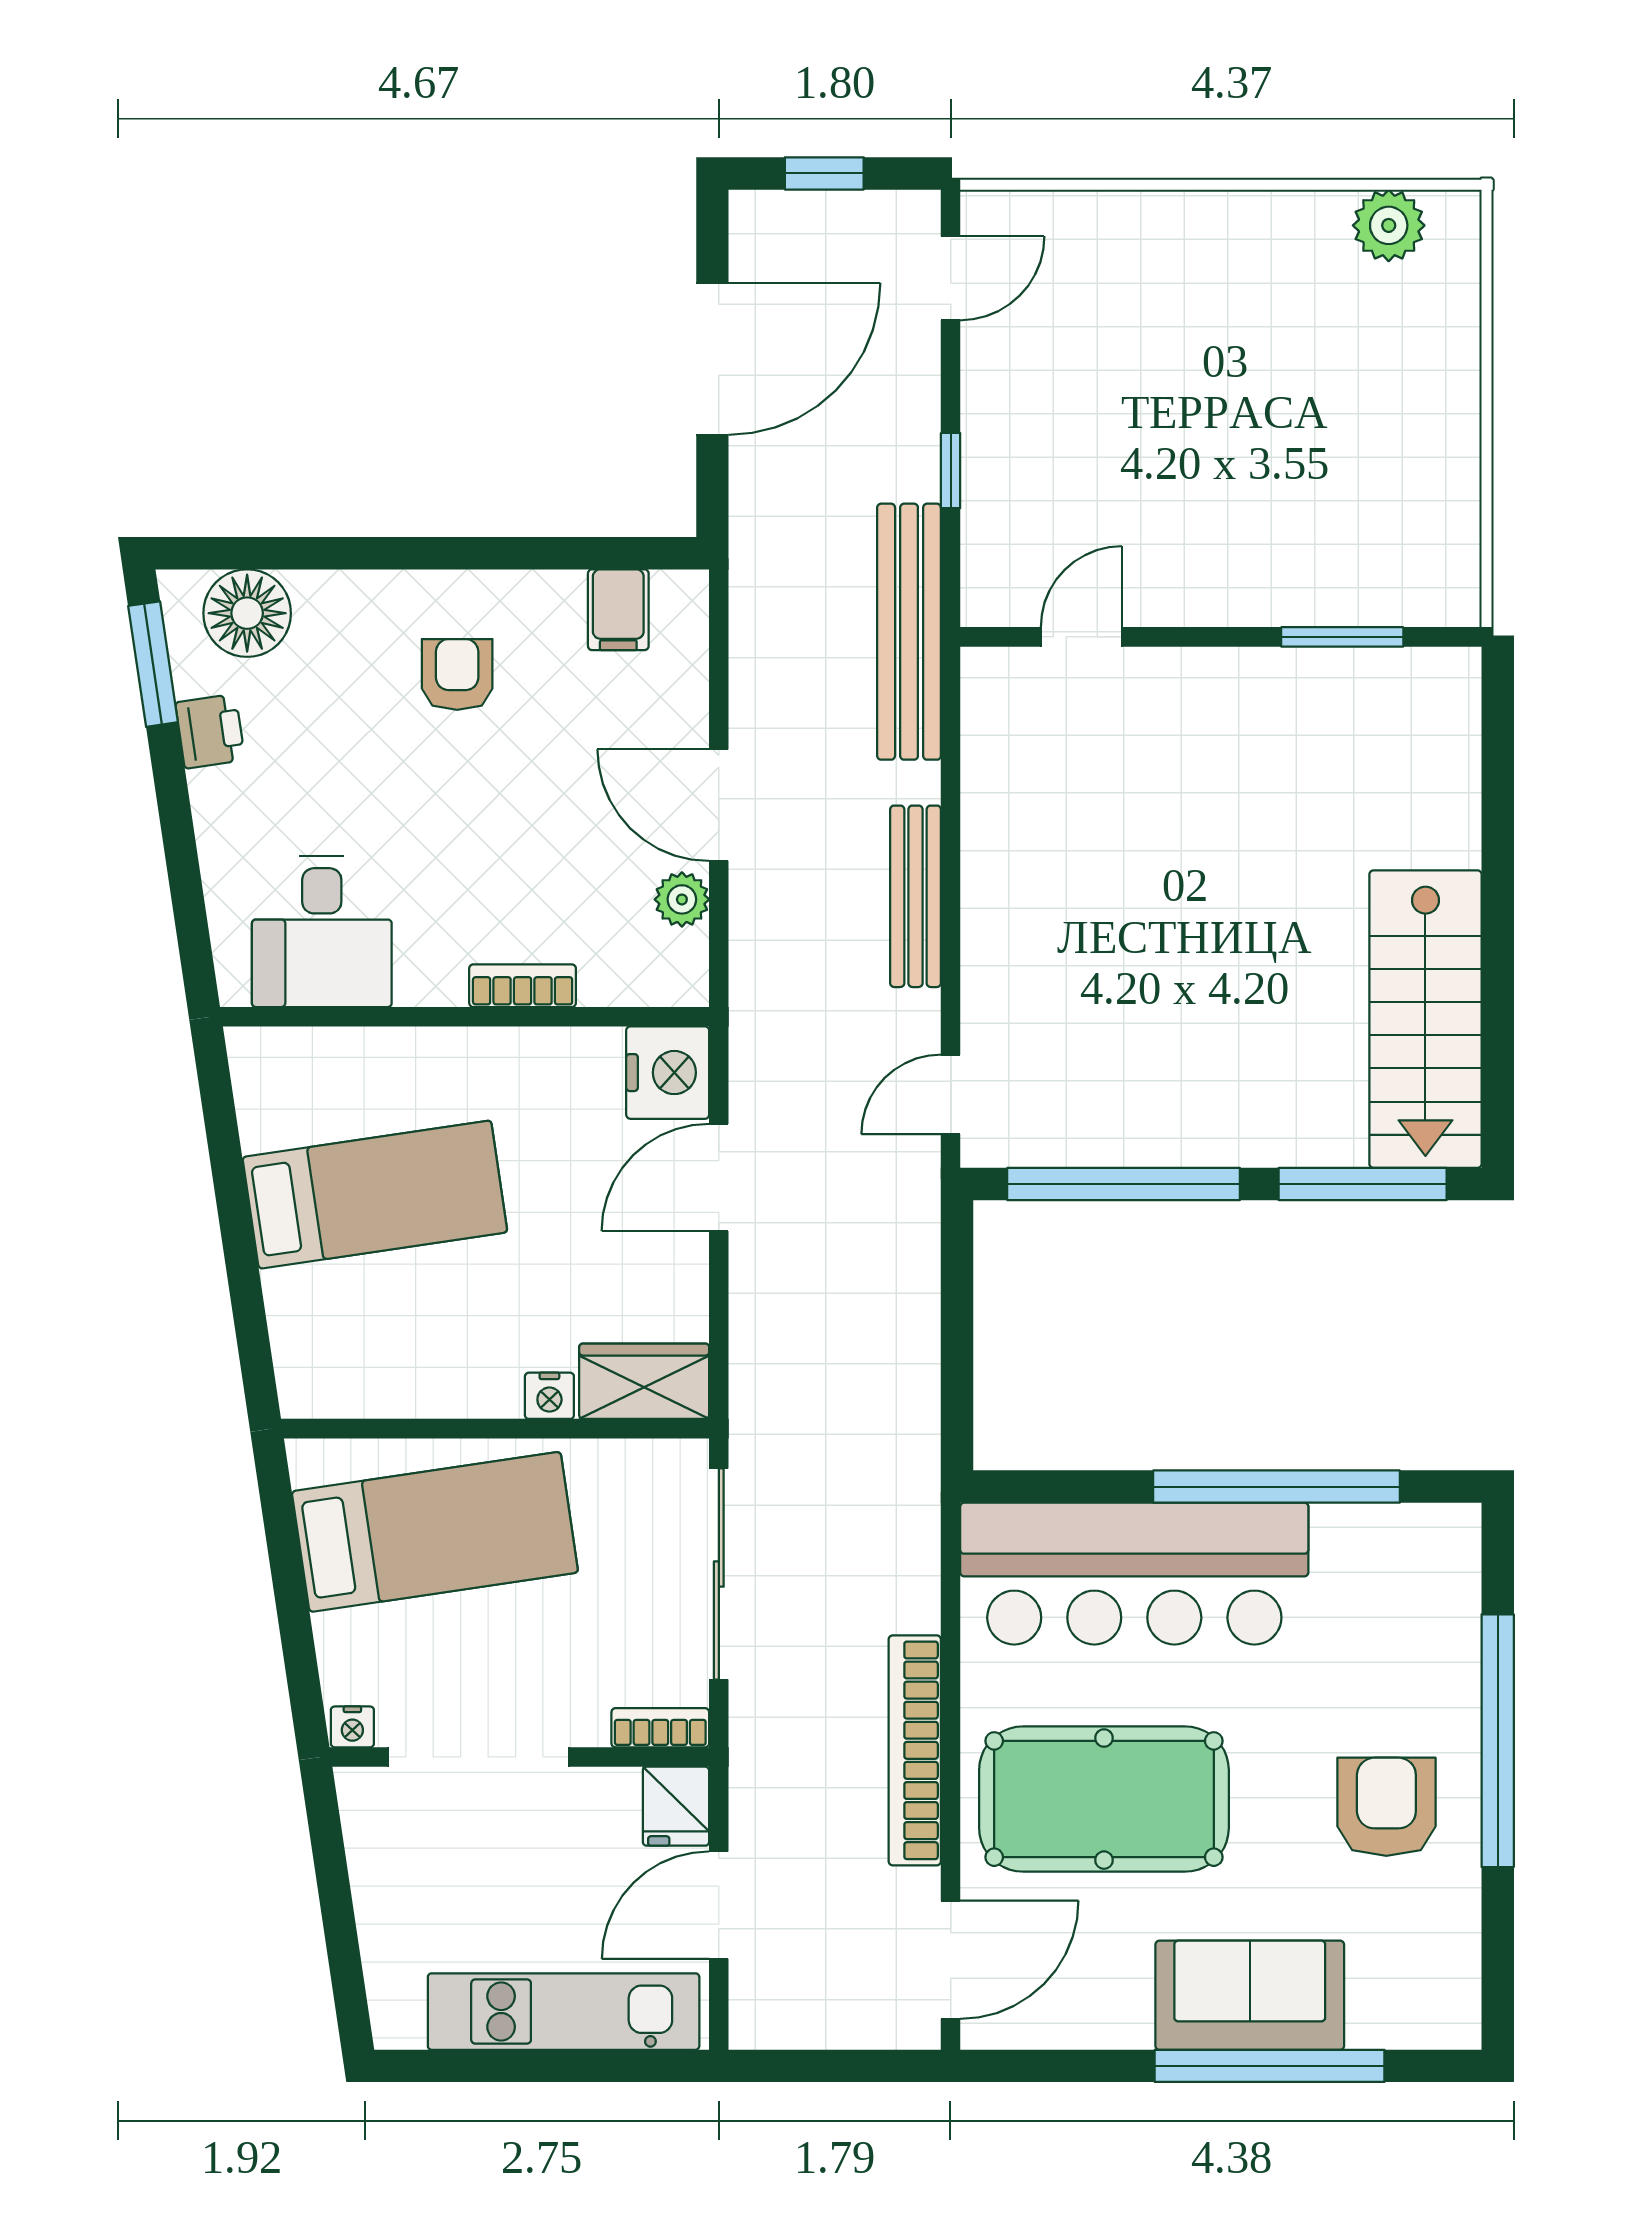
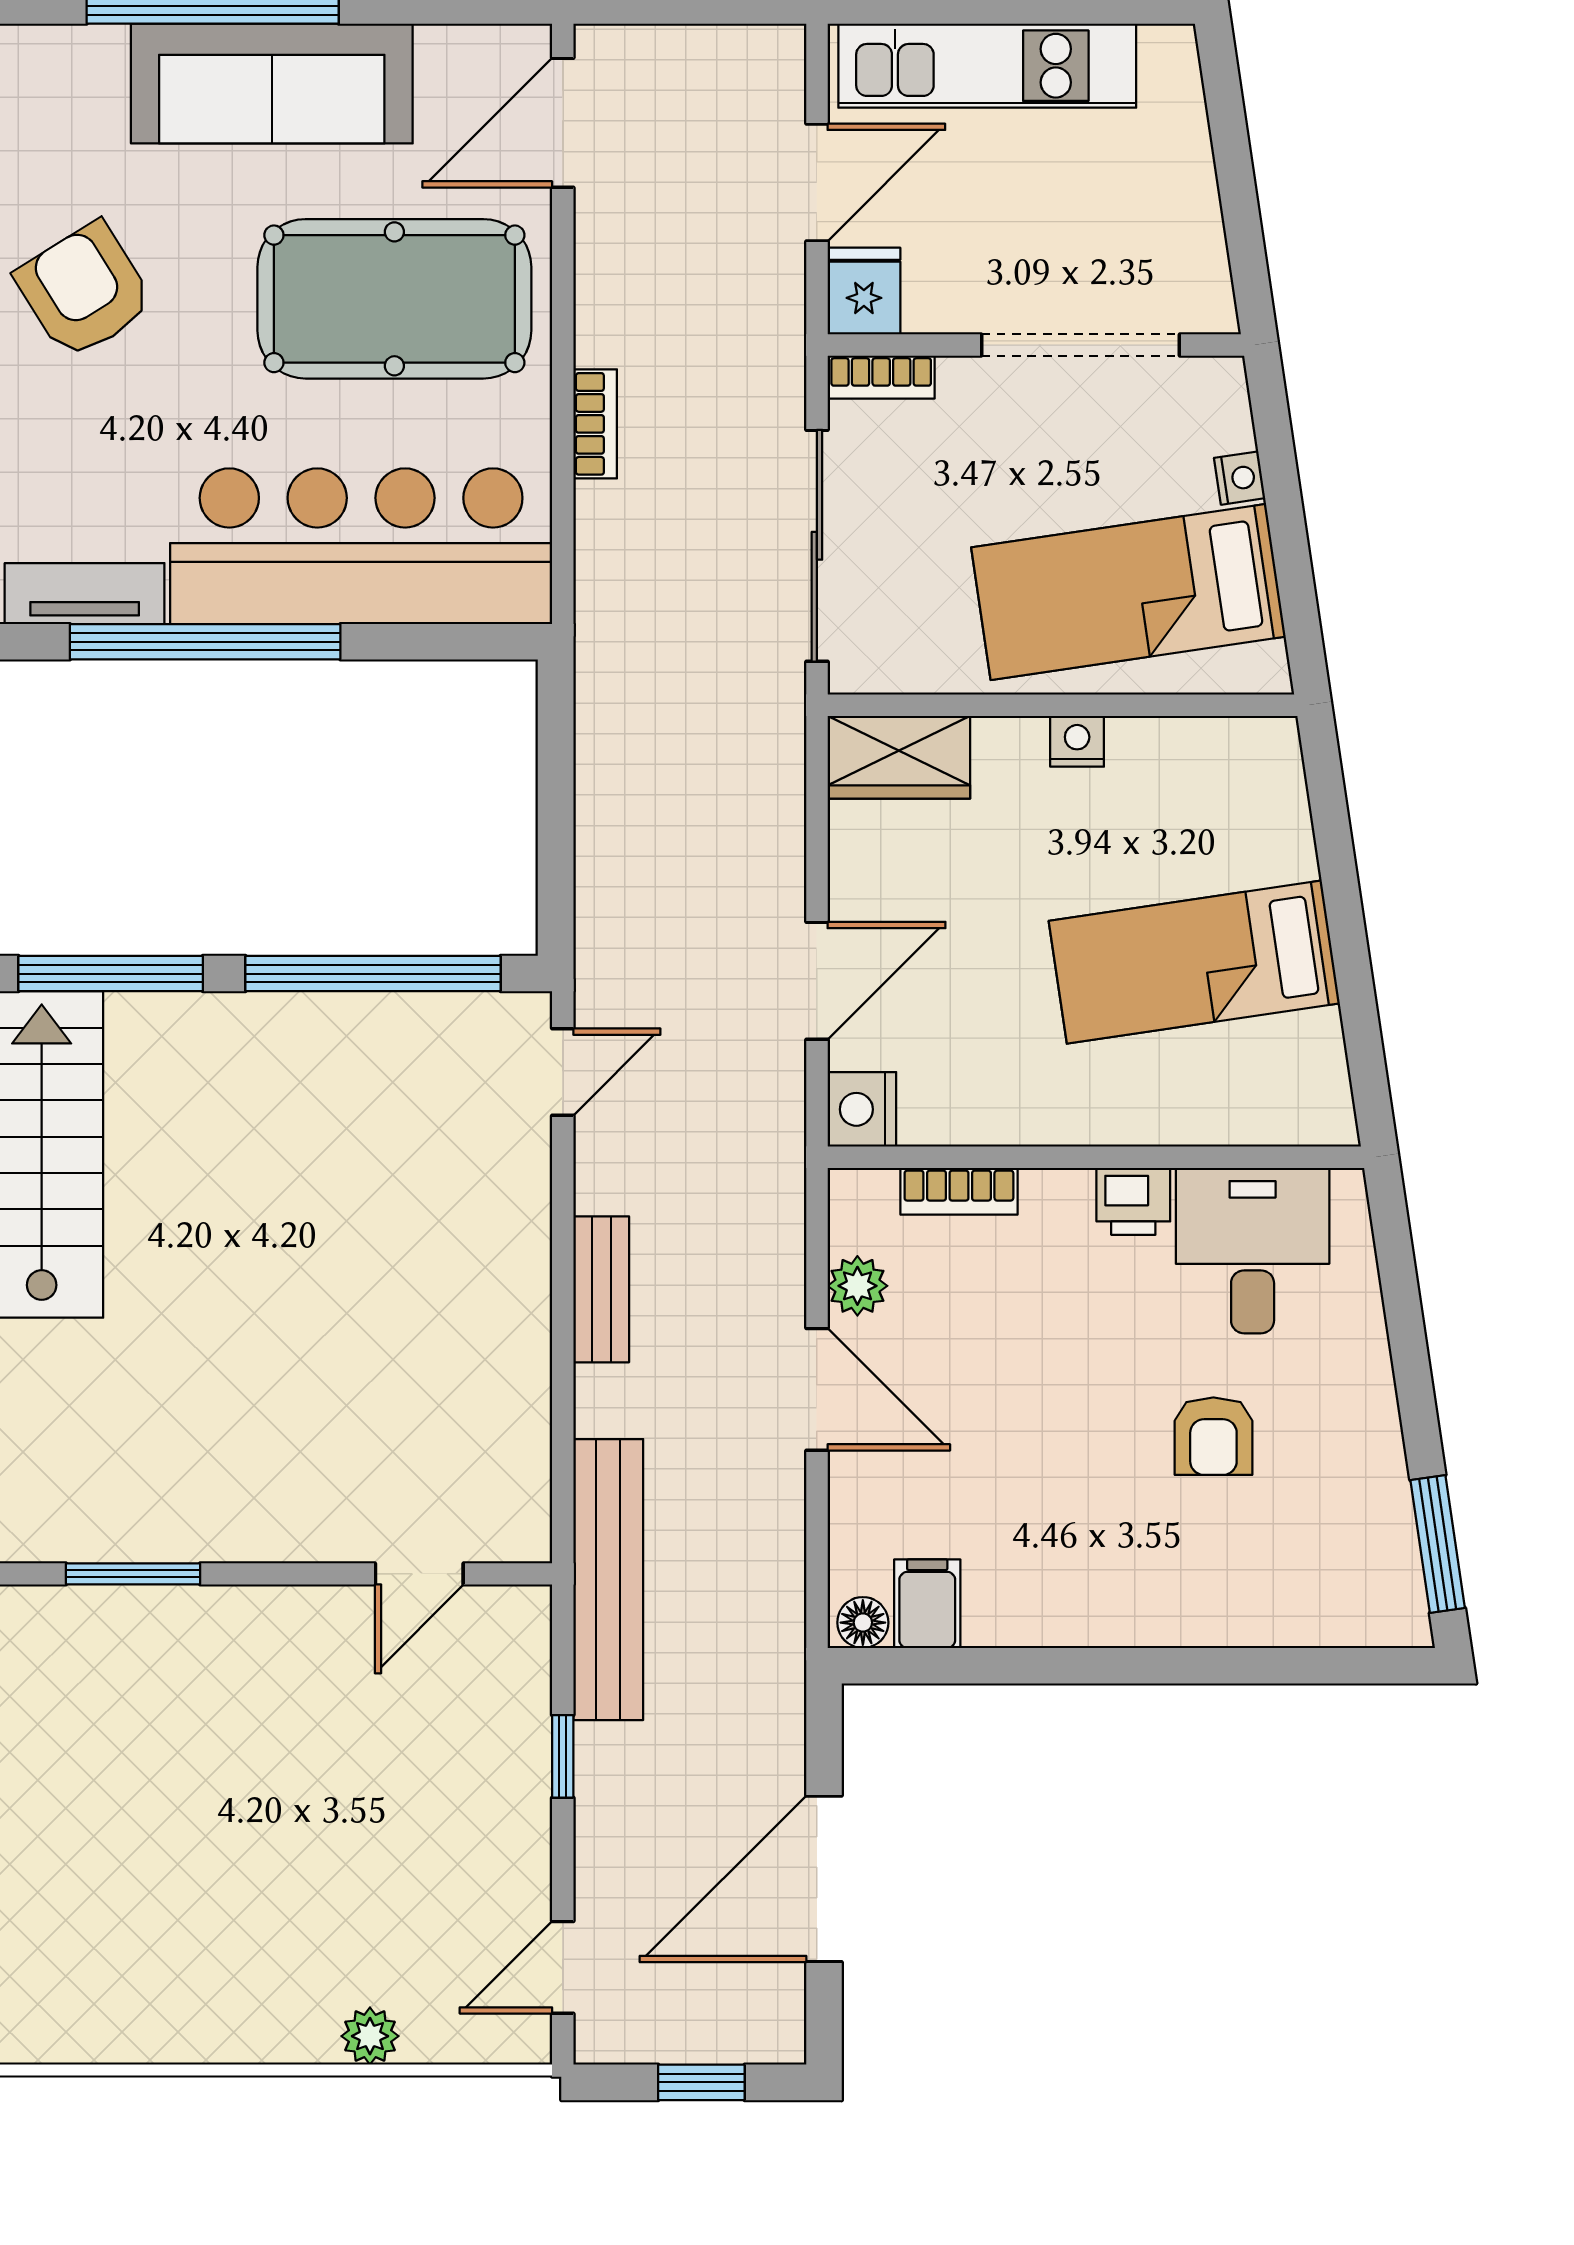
plant: (1389, 225) -> (370, 2036), moved, width x0.73, depth x0.73
floor lamp: (247, 613) -> (863, 1623), moved, width x0.53, depth x0.53
armchair: (457, 674) -> (1213, 1436), moved
printer: (210, 731) -> (1133, 1201), moved, turned -82
bench: (915, 896) -> (601, 1289), width x0.73
bookcase: (523, 986) -> (959, 1191), moved
nightstand: (668, 1073) -> (862, 1109), width x0.74, depth x0.75
nightstand: (549, 1396) -> (1077, 741), moved
tv unit: (1386, 1530) -> (85, 594), added
nightstand: (352, 1727) -> (1240, 478), moved, turned 82
bookcase: (915, 1750) -> (595, 424), width x0.43, depth x0.76
armchair: (1386, 1807) -> (84, 290), turned 148
sofa: (1250, 1995) -> (272, 84), width x1.36

